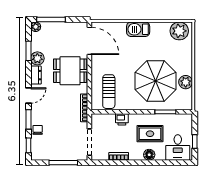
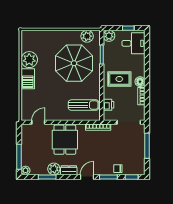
plant: (179, 31) -> (29, 60), moved
door: (89, 41) -> (38, 122), width x0.53
plant: (186, 82) -> (87, 36), moved
door: (28, 96) -> (87, 177), hinge flipped
printer: (122, 119) -> (108, 105), moved
plant: (186, 120) -> (109, 36), added
rug: (150, 134) -> (119, 79), moved, turned 90
floor lamp: (149, 155) -> (140, 82), moved

